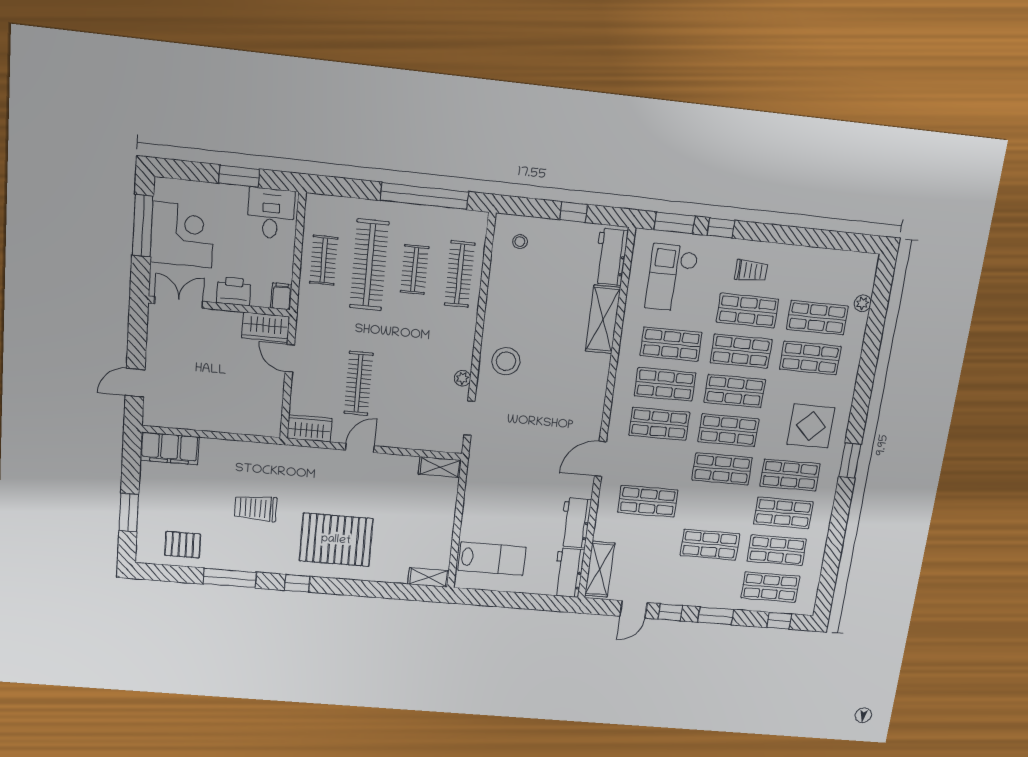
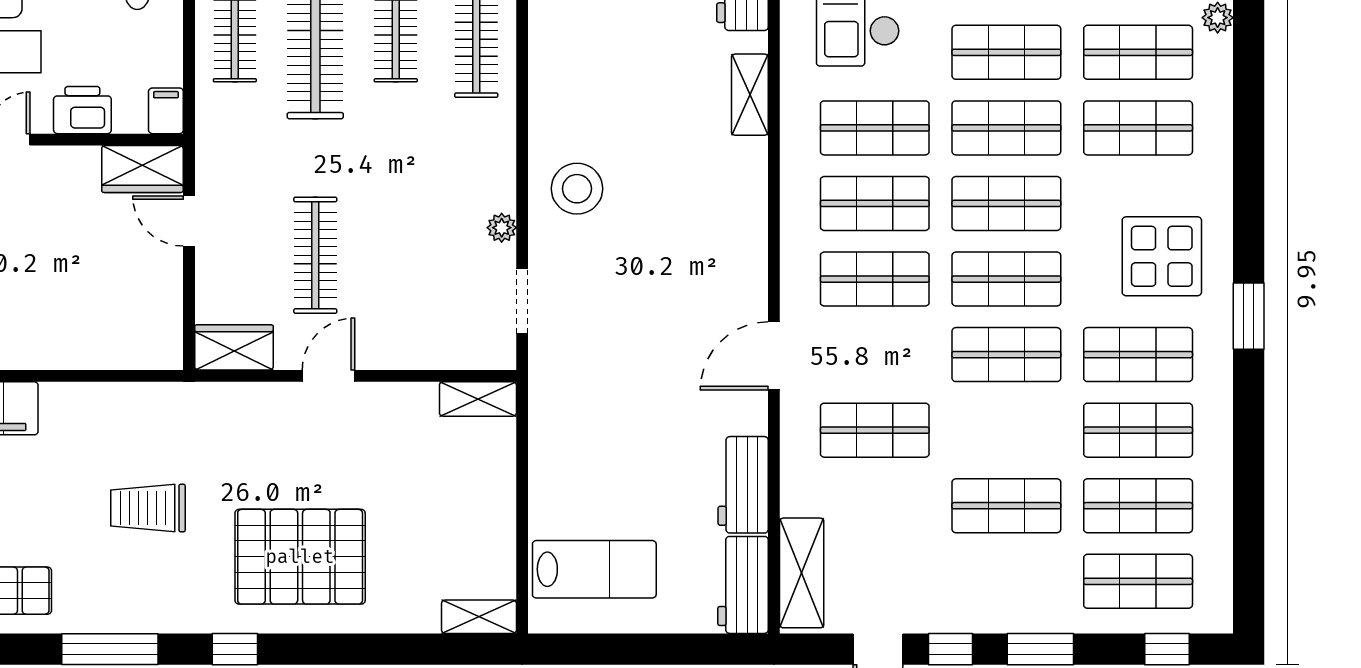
shelving: (603, 319) -> (750, 95), width x0.67, depth x0.75

